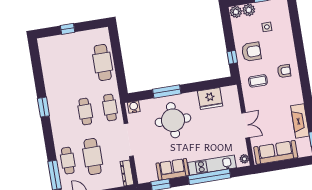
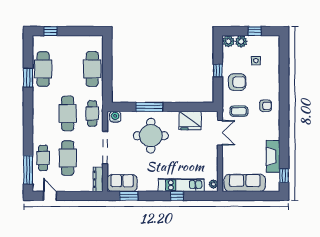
window: (68, 29) -> (50, 31), moved
window: (232, 57) -> (218, 70), moved
cafe table: (53, 71) -> (43, 69), added
window: (43, 107) -> (28, 78), moved
cafe table: (85, 112) -> (68, 113), width x1.37, depth x1.35
double door: (246, 125) -> (220, 133), moved
sofa: (173, 169) -> (122, 183), moved
window: (209, 177) -> (177, 196), width x0.32

